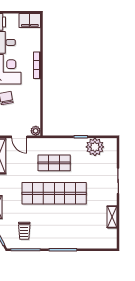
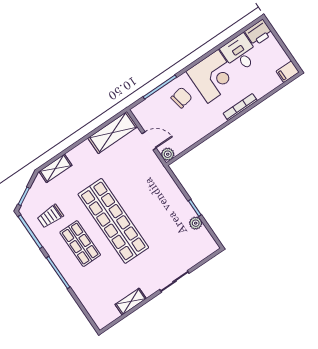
filing cabinet: (30, 21) -> (288, 72), width x0.50
door: (19, 137) -> (149, 141), swing flipped
plant: (95, 147) -> (196, 223), width x0.53, depth x0.53
shop shelf: (54, 163) -> (80, 244), moved

